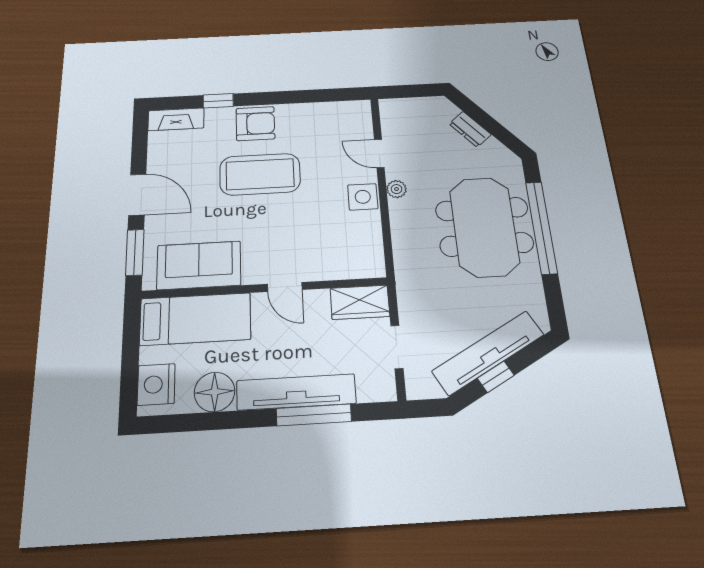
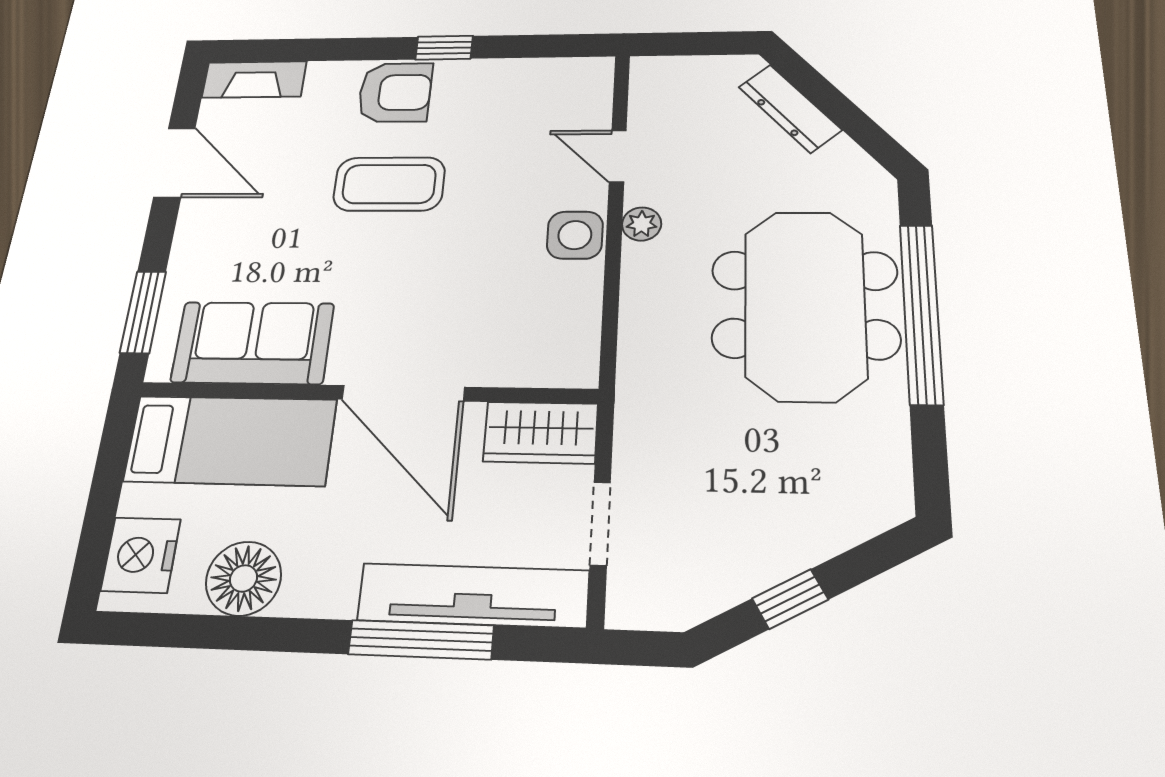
window: (218, 101) -> (444, 48), moved
dresser: (470, 129) -> (790, 108), width x1.44
coffee table: (260, 174) -> (389, 184), width x0.73, depth x0.76
door: (137, 195) -> (175, 162), moved
door: (285, 287) -> (403, 393), width x1.88
tv unit: (488, 353) -> (781, 550), removed
tv unit: (296, 392) -> (473, 595), moved

